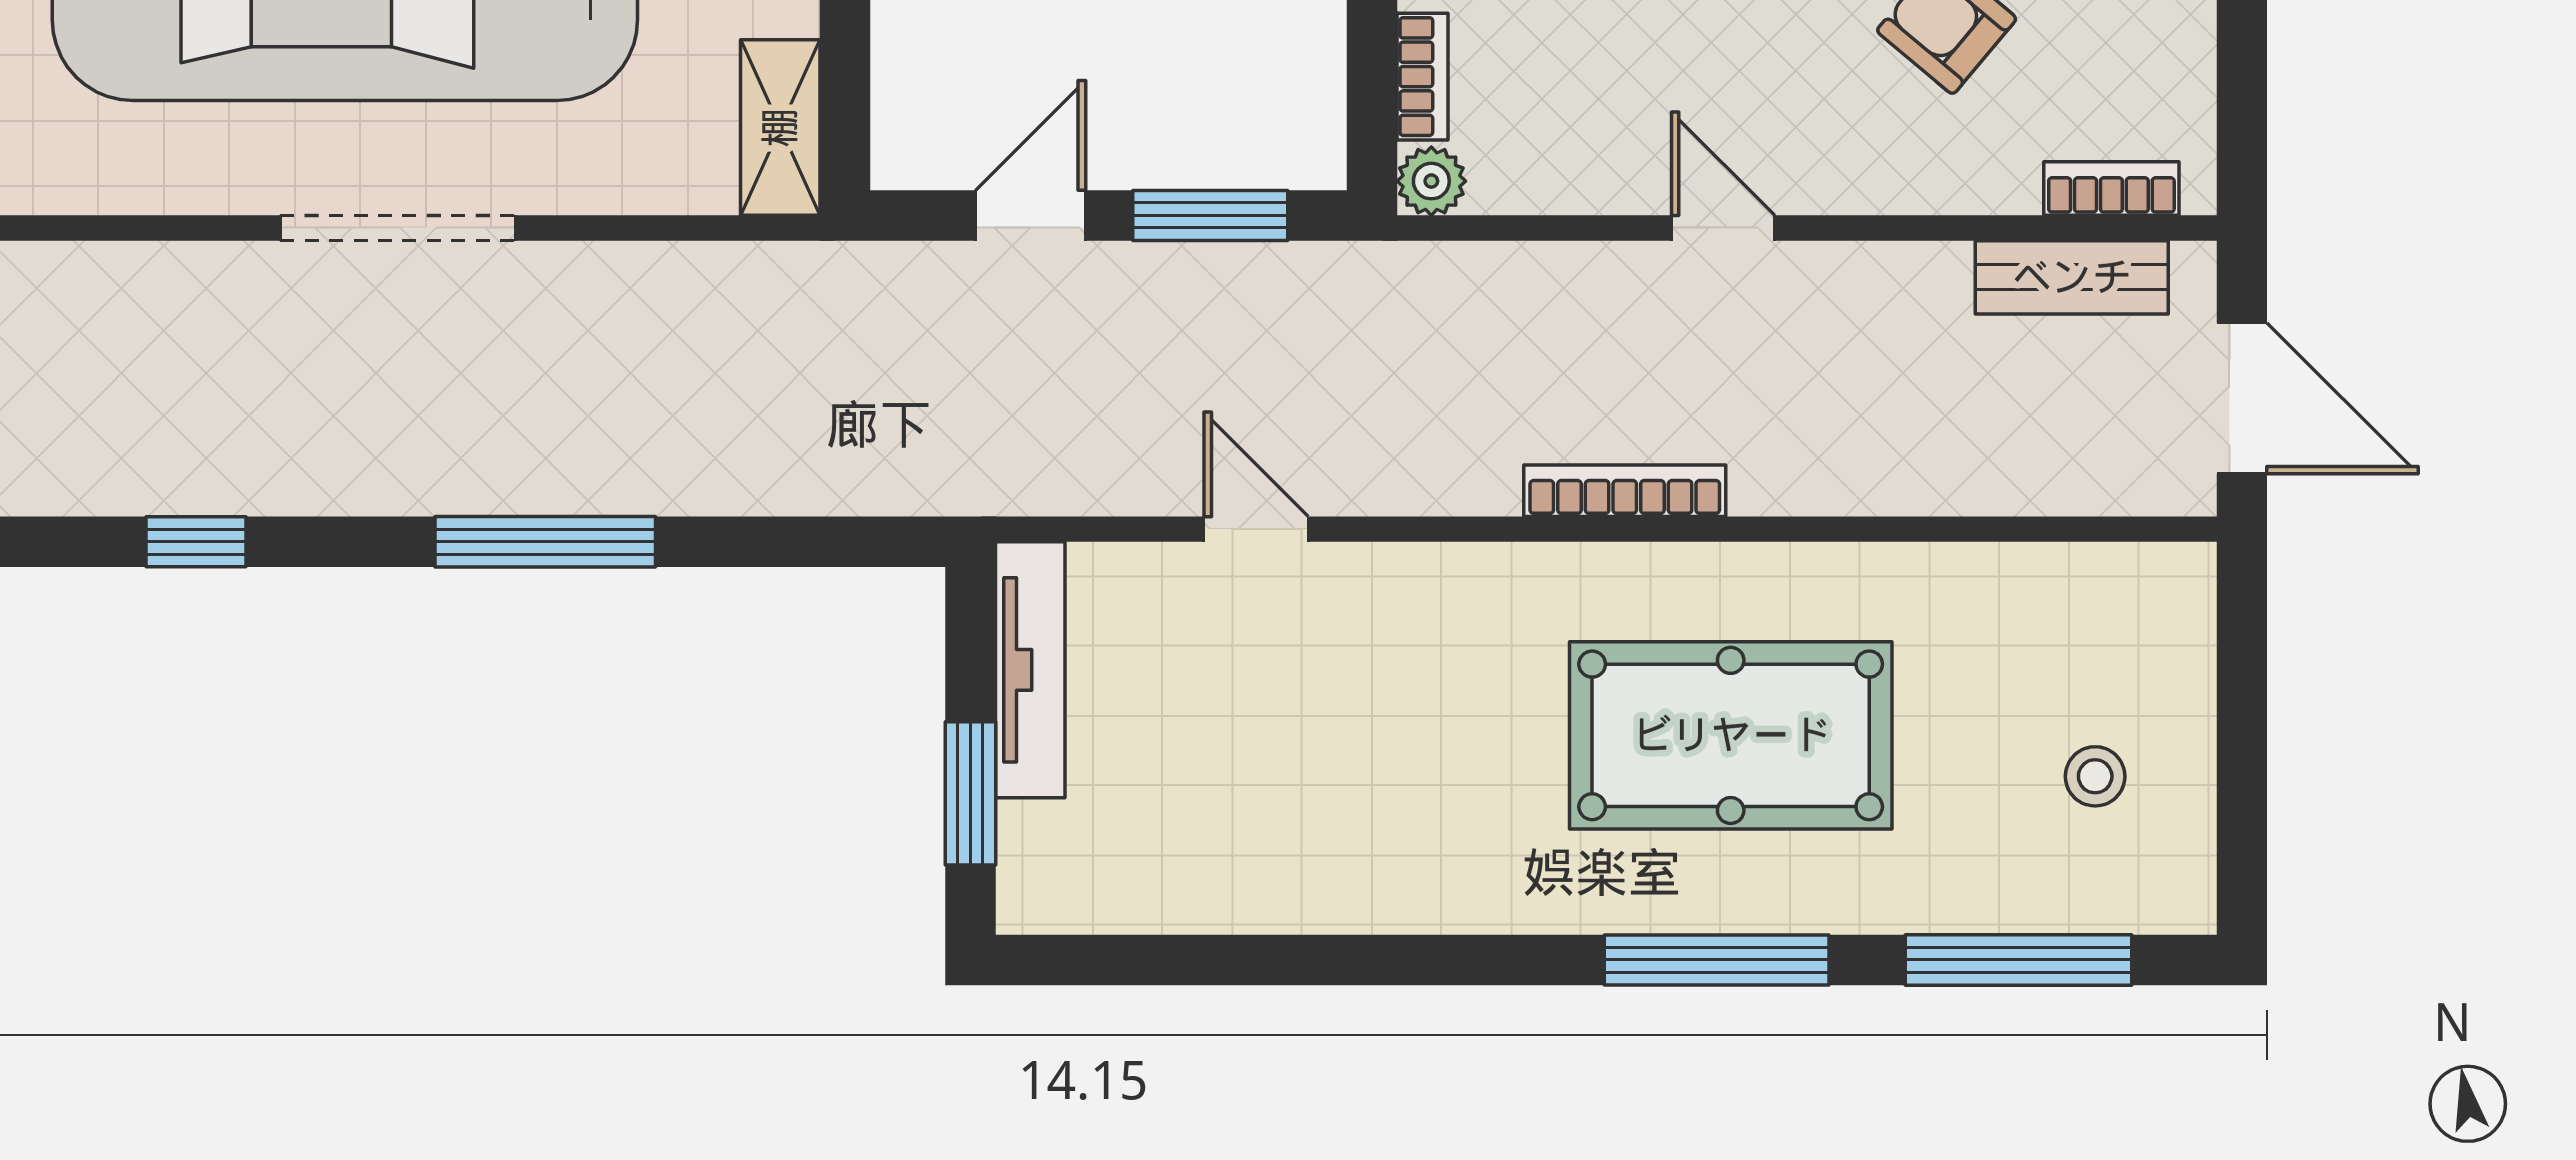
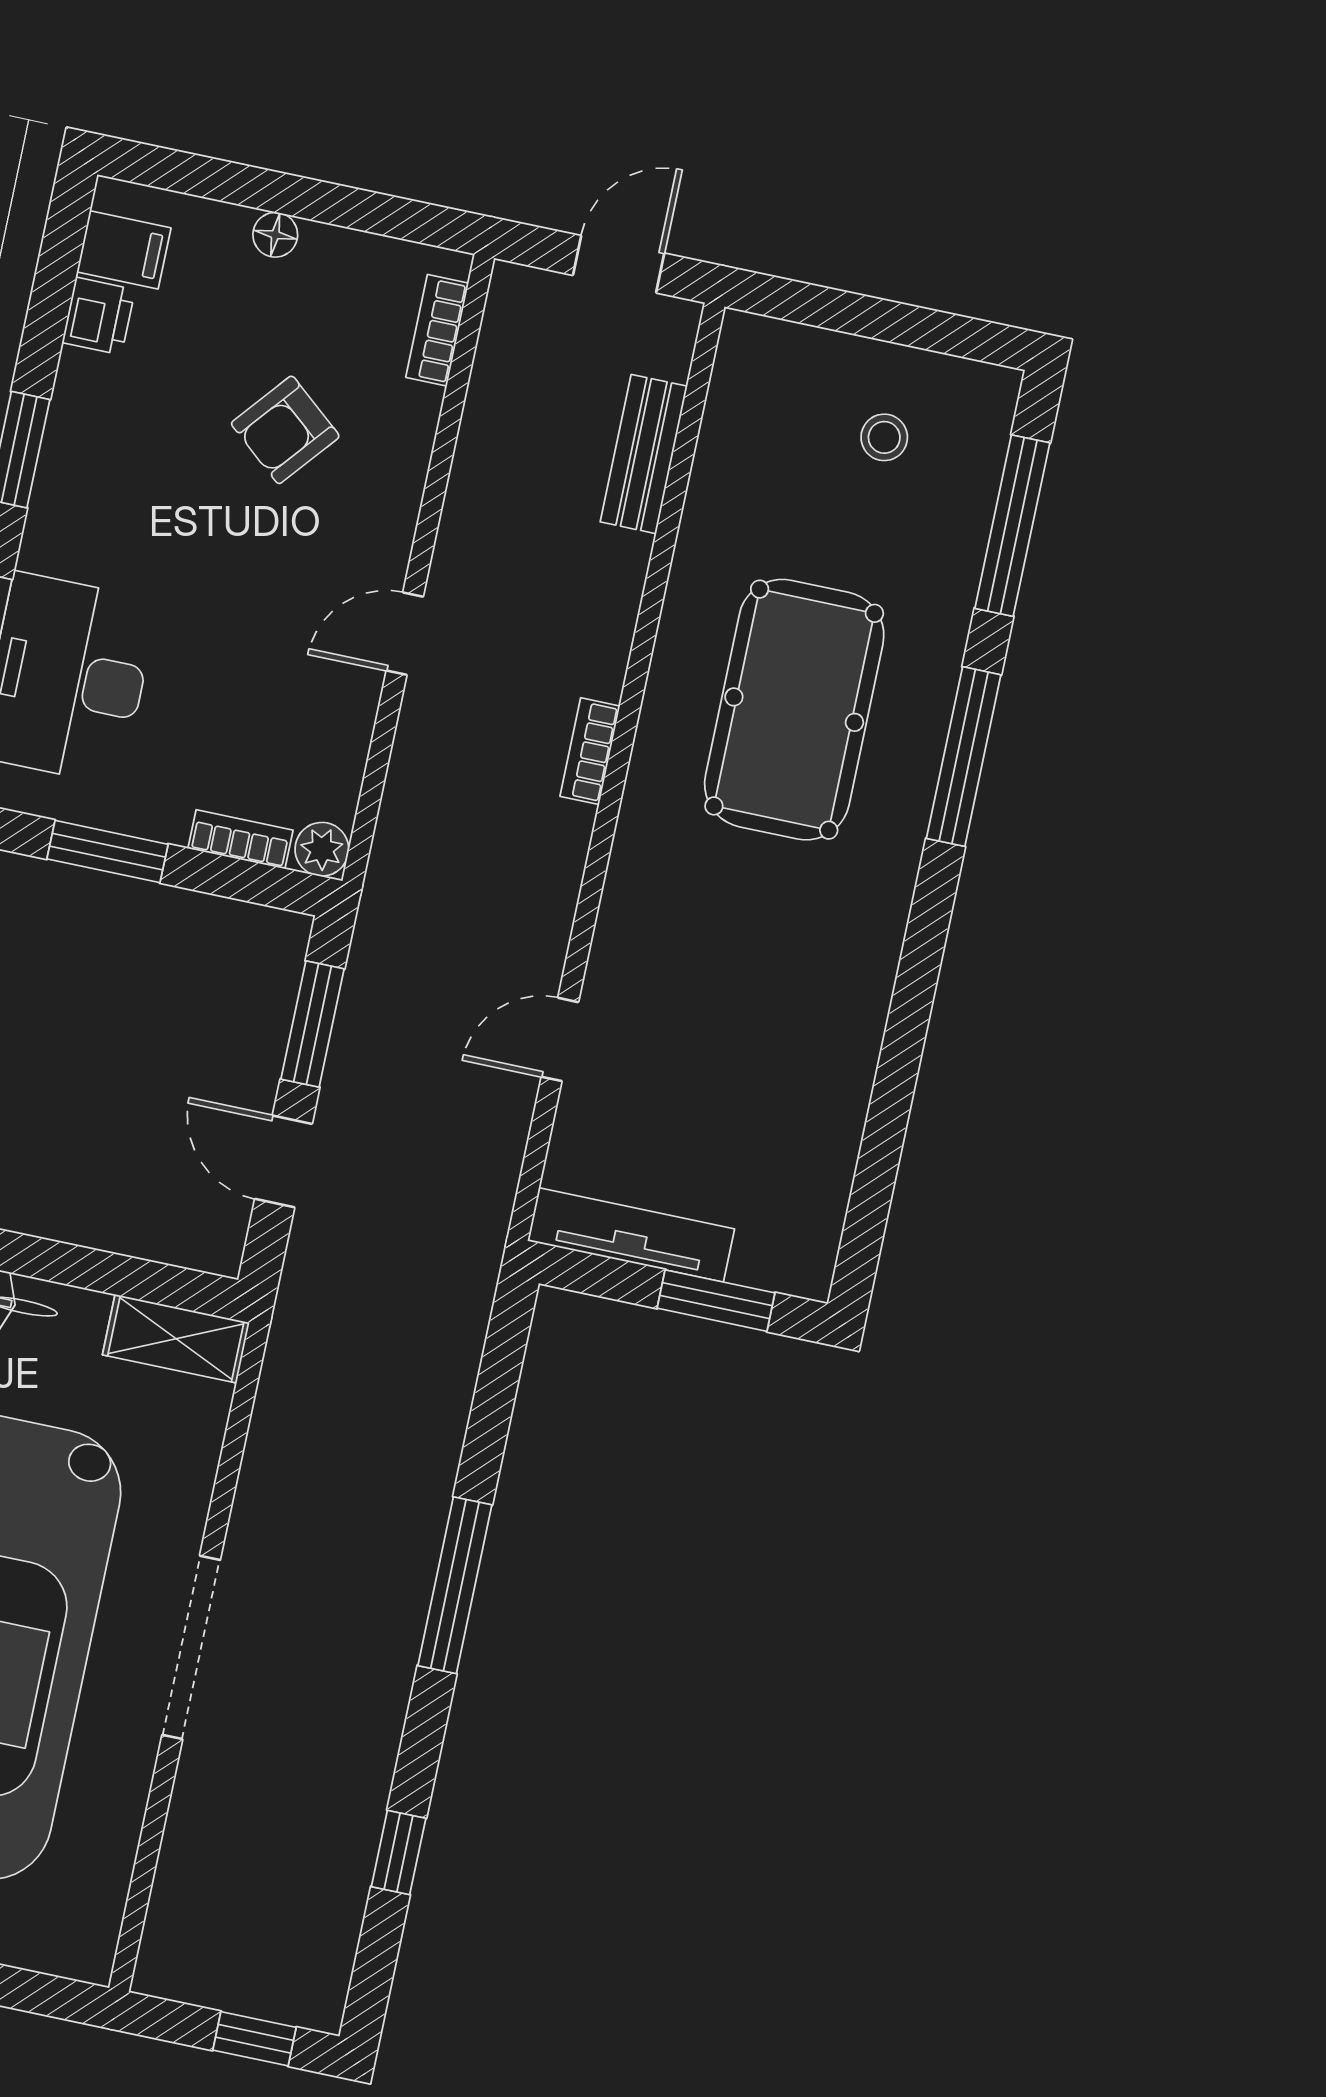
bench: (2072, 277) -> (644, 454), moved
door: (2242, 398) -> (619, 264), width x0.73
bookcase: (1625, 491) -> (590, 751), width x0.64

